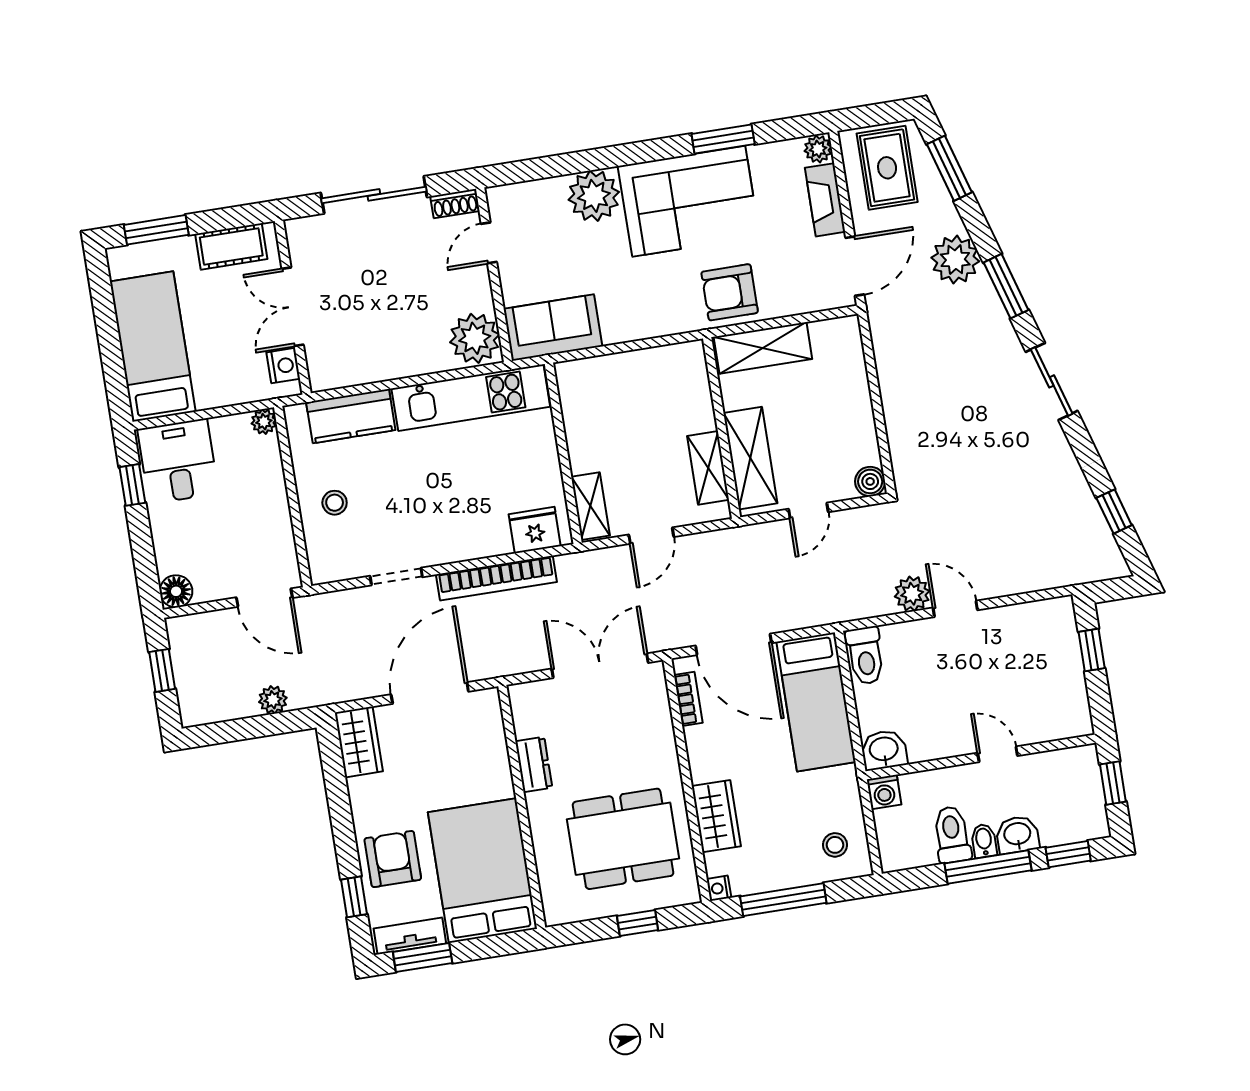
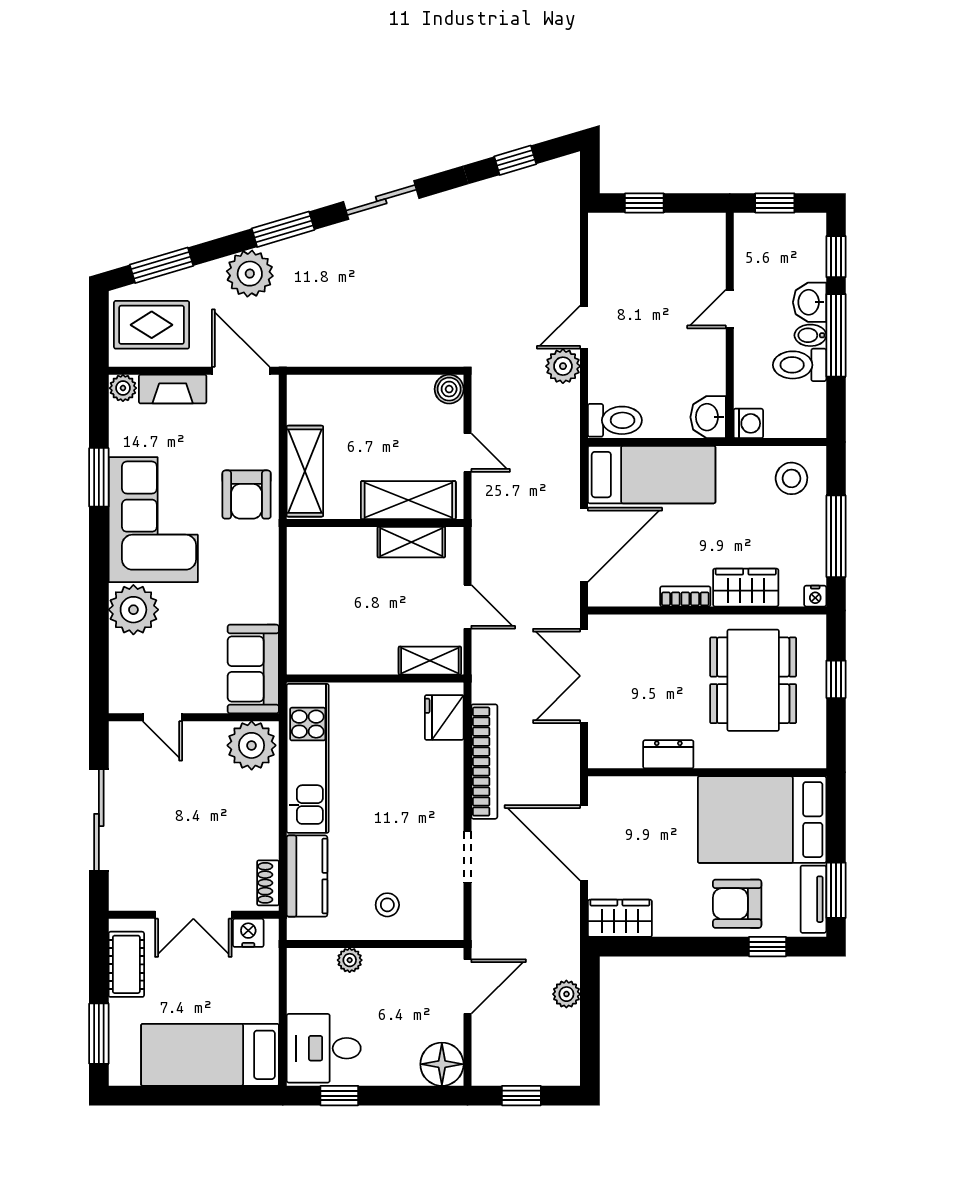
shoe rack: (455, 204) -> (268, 883), moved, turned 180
plant: (264, 422) -> (350, 960), moved
floor lamp: (176, 591) -> (442, 1064), width x1.38, depth x1.38
bookcase: (688, 699) -> (685, 596), moved
stool: (835, 845) -> (791, 478), width x1.37, depth x1.37

